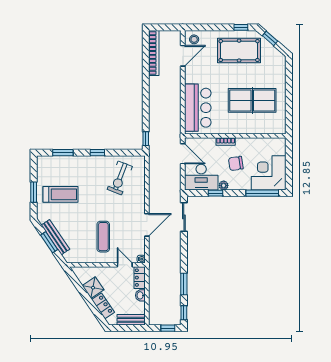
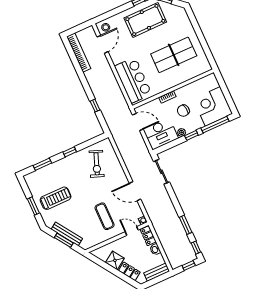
window: (146, 139) -> (95, 106), moved
window: (215, 193) -> (191, 135), moved
door: (147, 225) -> (135, 191), swing flipped

